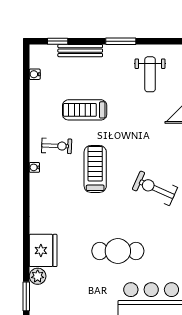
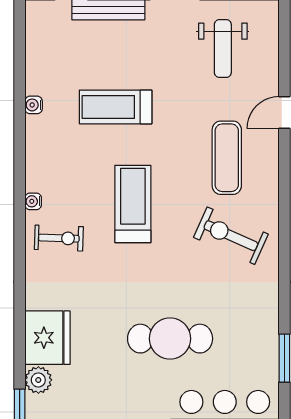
water cooler: (35, 74) -> (34, 105), moved
exercise mat: (152, 141) -> (227, 158), added
exercise bike: (57, 146) -> (59, 238), moved

